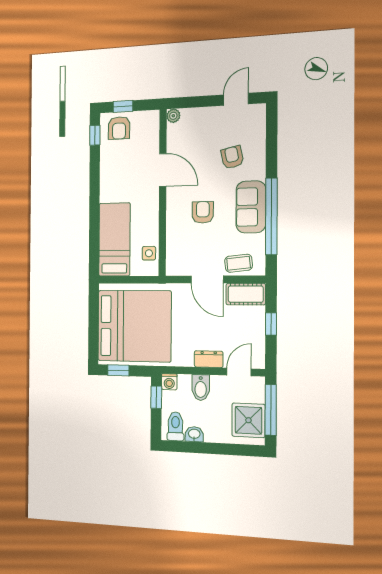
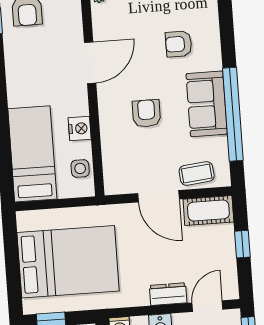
armchair: (232, 157) -> (179, 44), turned -78
door: (163, 170) -> (90, 63), hinge flipped
nightstand: (151, 222) -> (80, 128), added
bed: (134, 326) -> (68, 262), width x0.73

